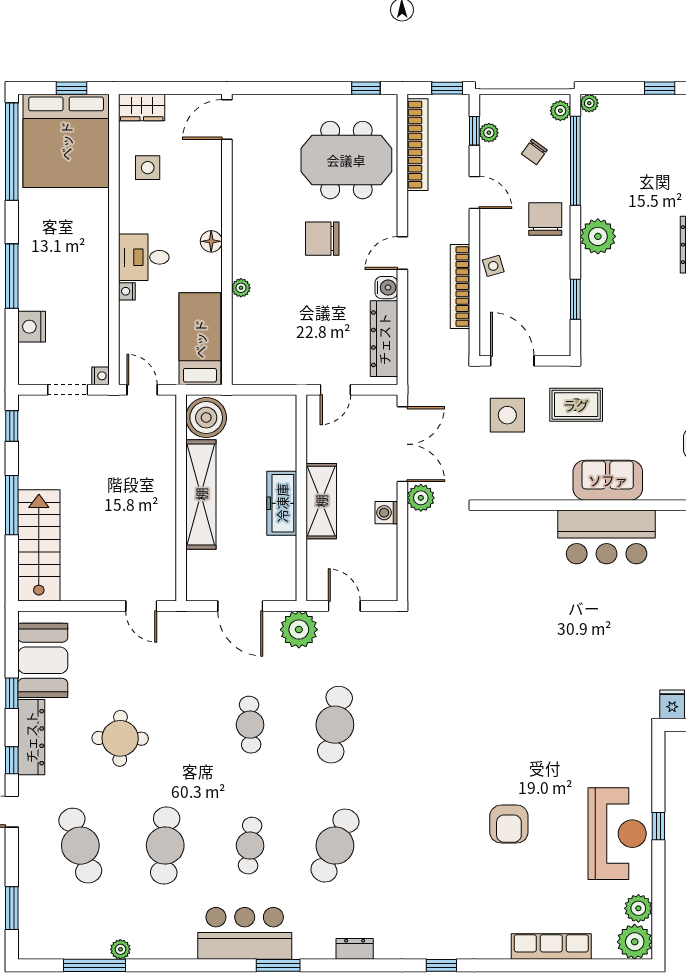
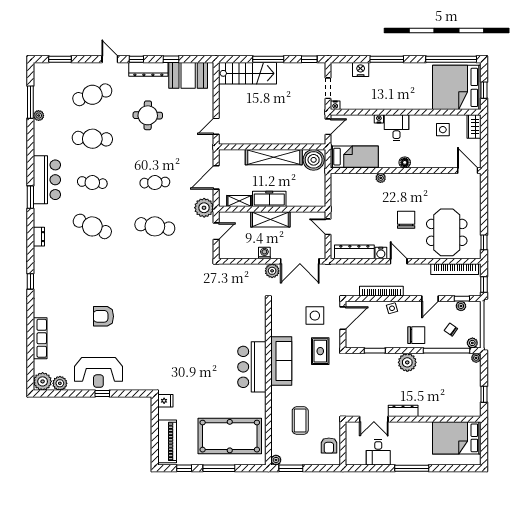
sofa: (608, 480) -> (281, 361), width x1.36
shelving: (286, 561) -> (239, 201), added

